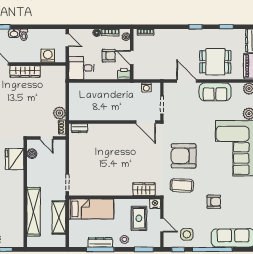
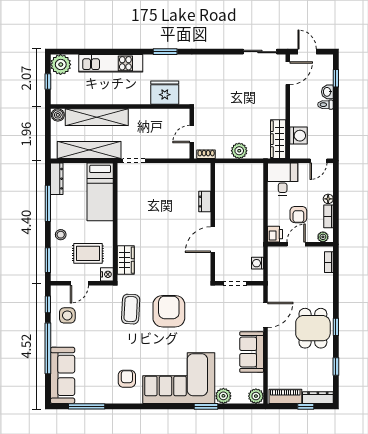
dining table: (215, 62) -> (313, 328), moved
wardrobe: (25, 71) -> (278, 139), moved
plant: (59, 113) -> (239, 151), moved
door: (146, 122) -> (213, 240), moved
dresser: (79, 128) -> (205, 202), moved
boiler: (32, 154) -> (58, 115), moved
armchair: (214, 202) -> (127, 379), moved, turned 180
shelving: (59, 217) -> (89, 150), width x1.47
dresser: (100, 242) -> (57, 179), moved

